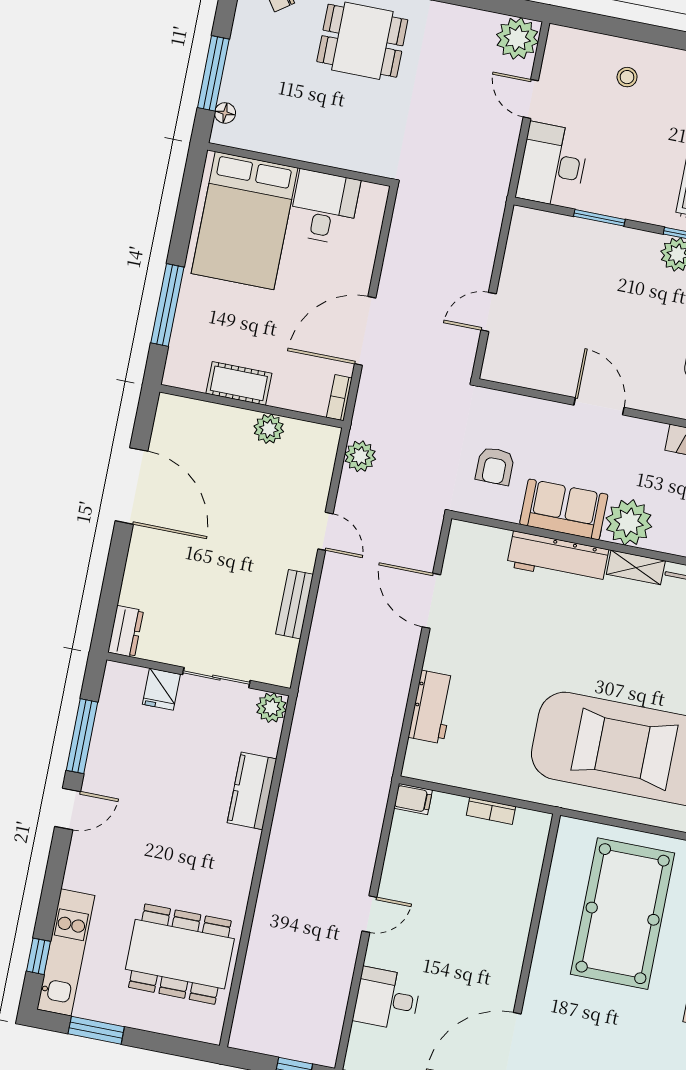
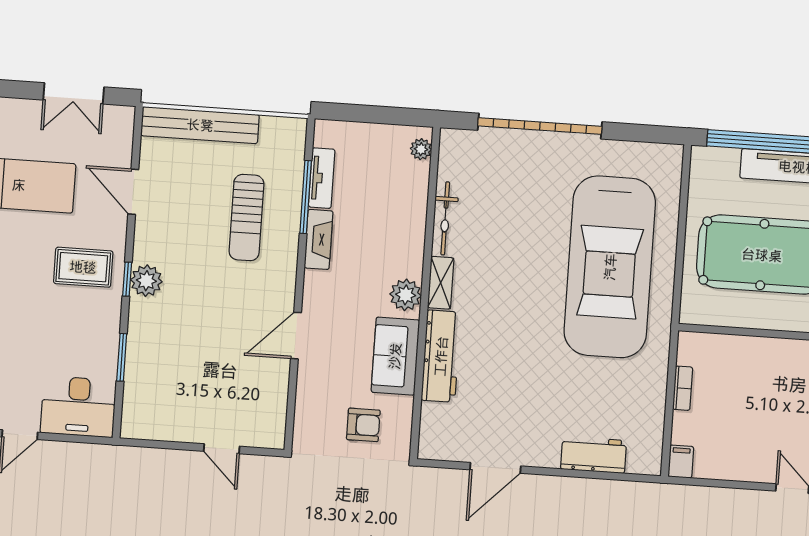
plant: (629, 522) -> (406, 295), width x0.73, depth x0.73

